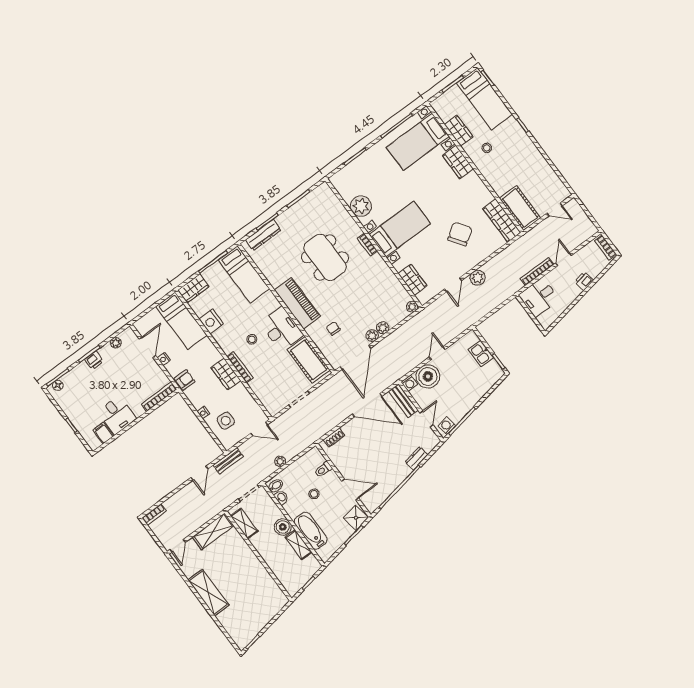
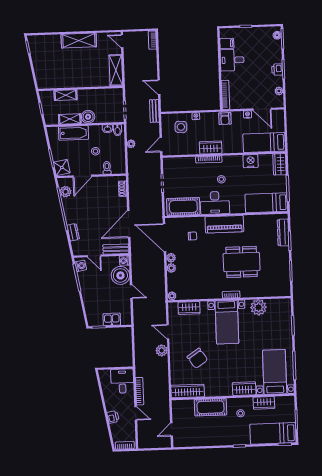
cot: (520, 208) -> (210, 407), moved
plant: (379, 496) -> (66, 192), added
shelving: (244, 524) -> (66, 95), moved

